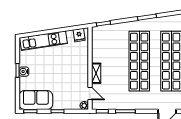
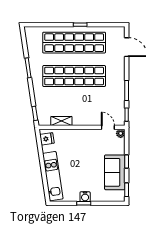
shelving: (96, 73) -> (61, 121), moved
door: (90, 93) -> (108, 127), hinge flipped
sofa: (36, 100) -> (115, 172), moved

